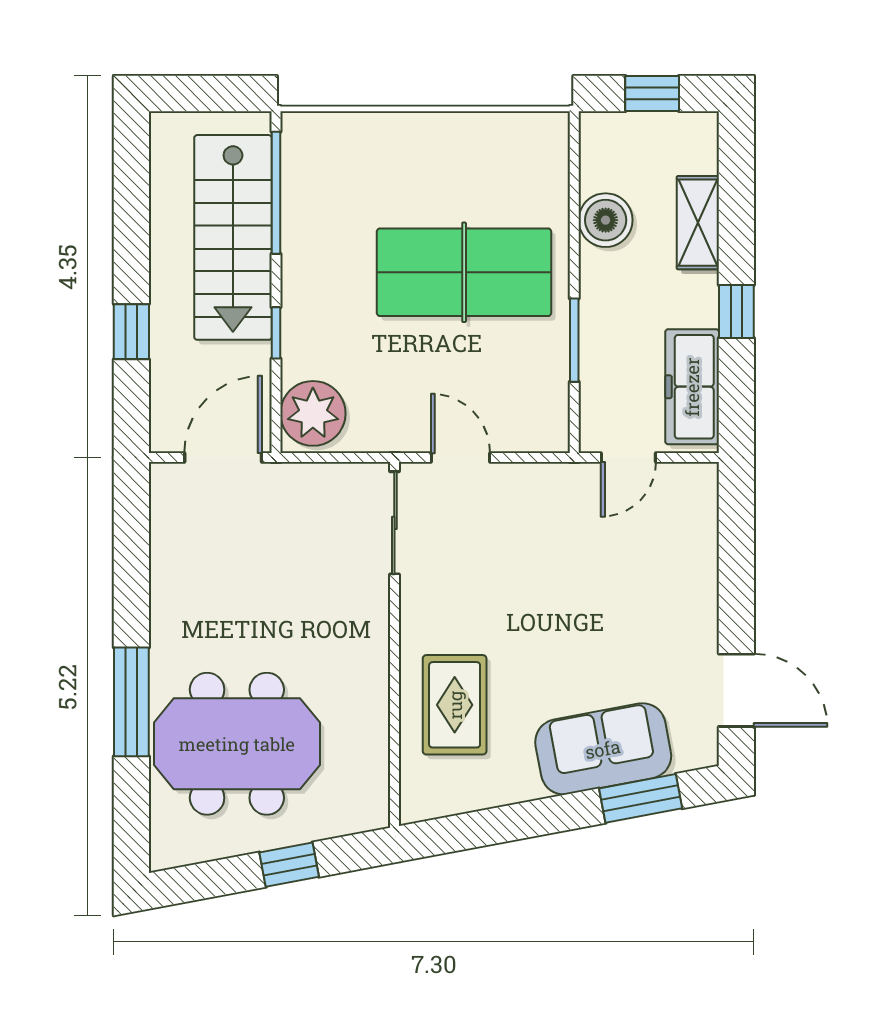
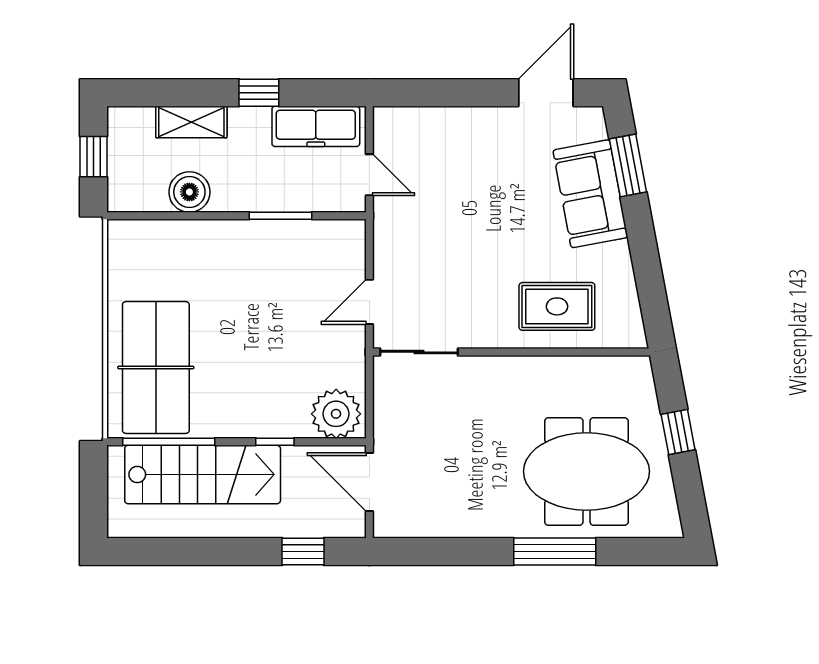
table tennis table: (464, 272) -> (156, 368), moved
window: (131, 332) -> (303, 552), moved
meeting table: (237, 744) -> (586, 471), turned 90

